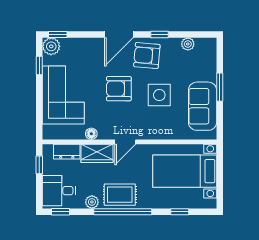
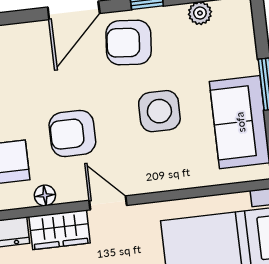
armchair: (119, 89) -> (72, 133), moved
door: (125, 142) -> (108, 203), swing flipped

